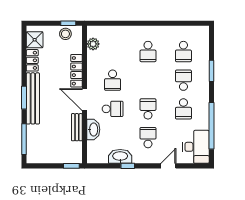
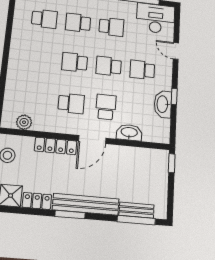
school desk: (148, 52) -> (75, 62), moved, turned 180
window: (24, 98) -> (70, 215), moved
bench: (77, 127) -> (137, 210), moved

